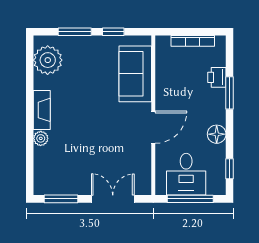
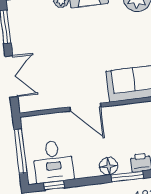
floor lamp: (217, 134) -> (109, 166), moved
desk: (186, 174) -> (53, 161), moved, turned -90

